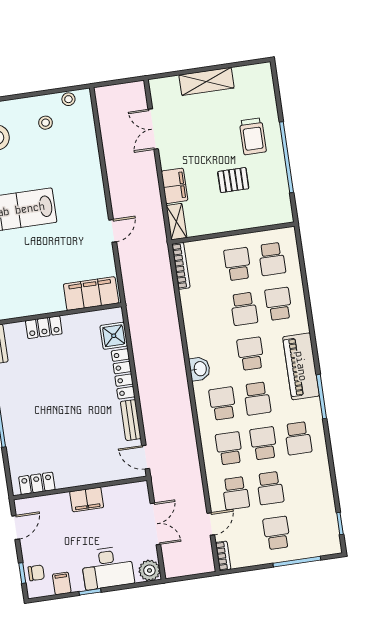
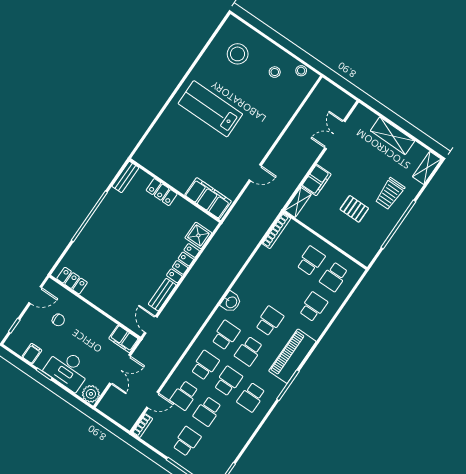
shelving: (265, 82) -> (427, 168), added
school desk: (244, 309) -> (290, 291), removed
filing cabinet: (87, 499) -> (124, 339), moved
chair: (36, 573) -> (58, 320), moved

